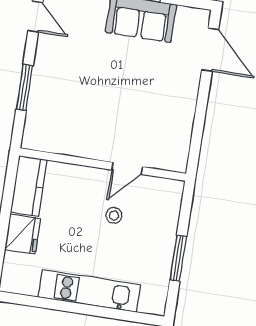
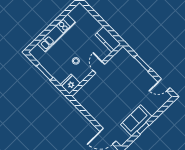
door: (127, 168) -> (99, 67), moved
fridge: (23, 234) -> (70, 84), moved, turned 90

